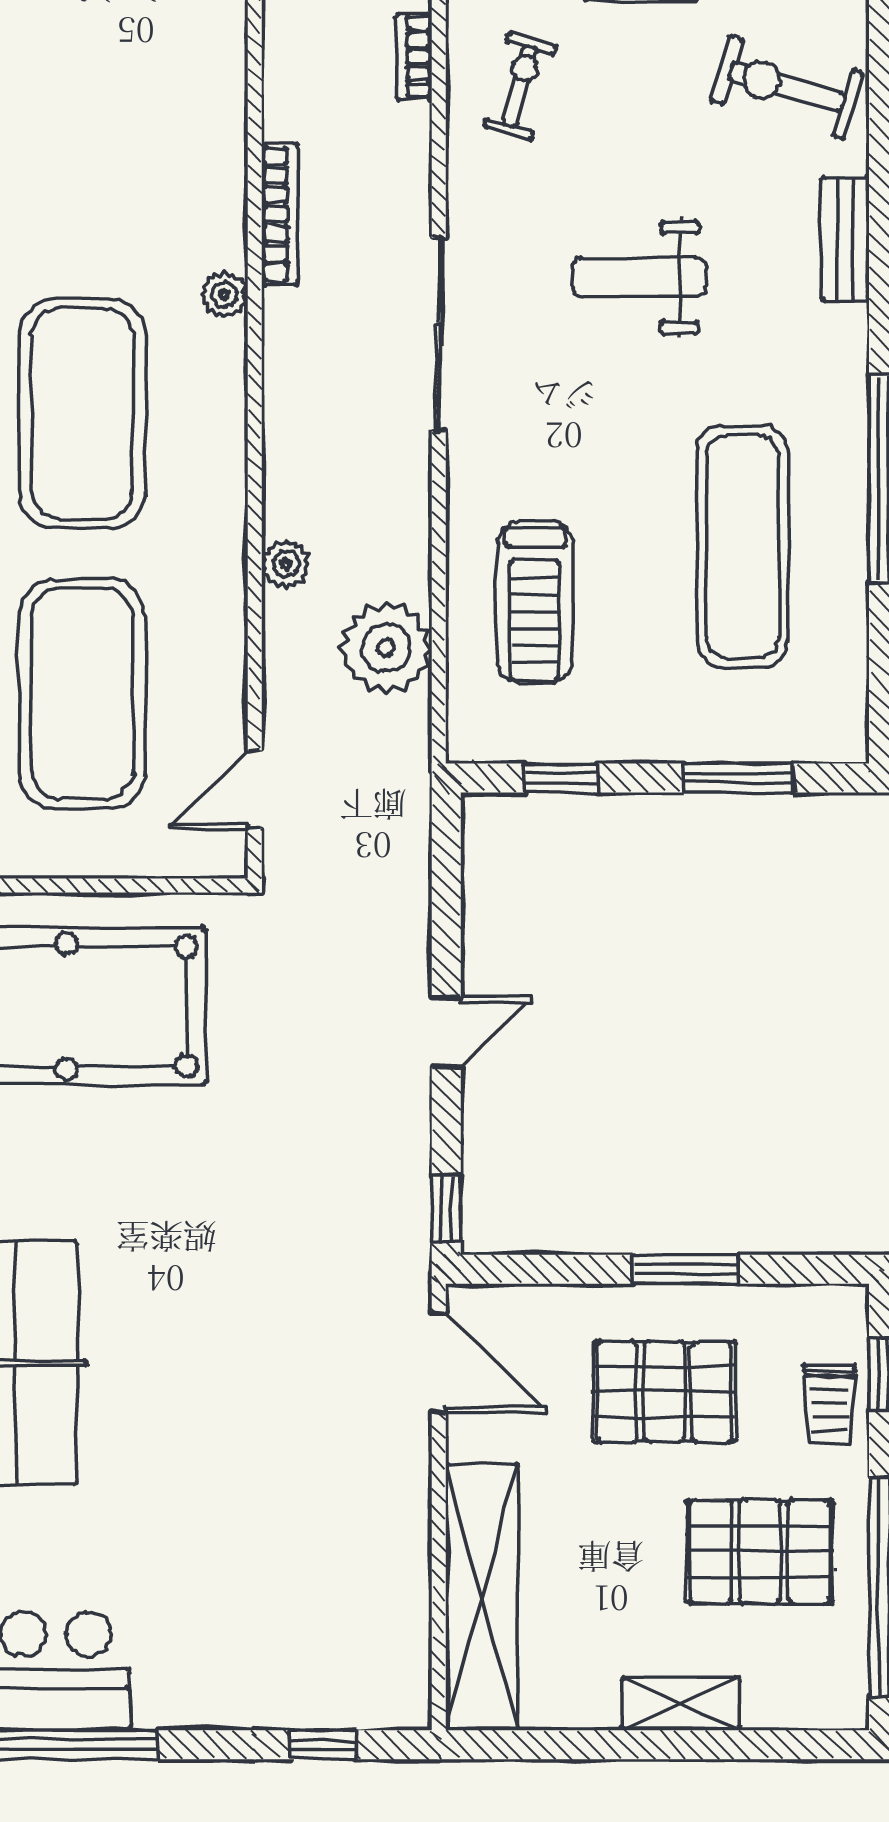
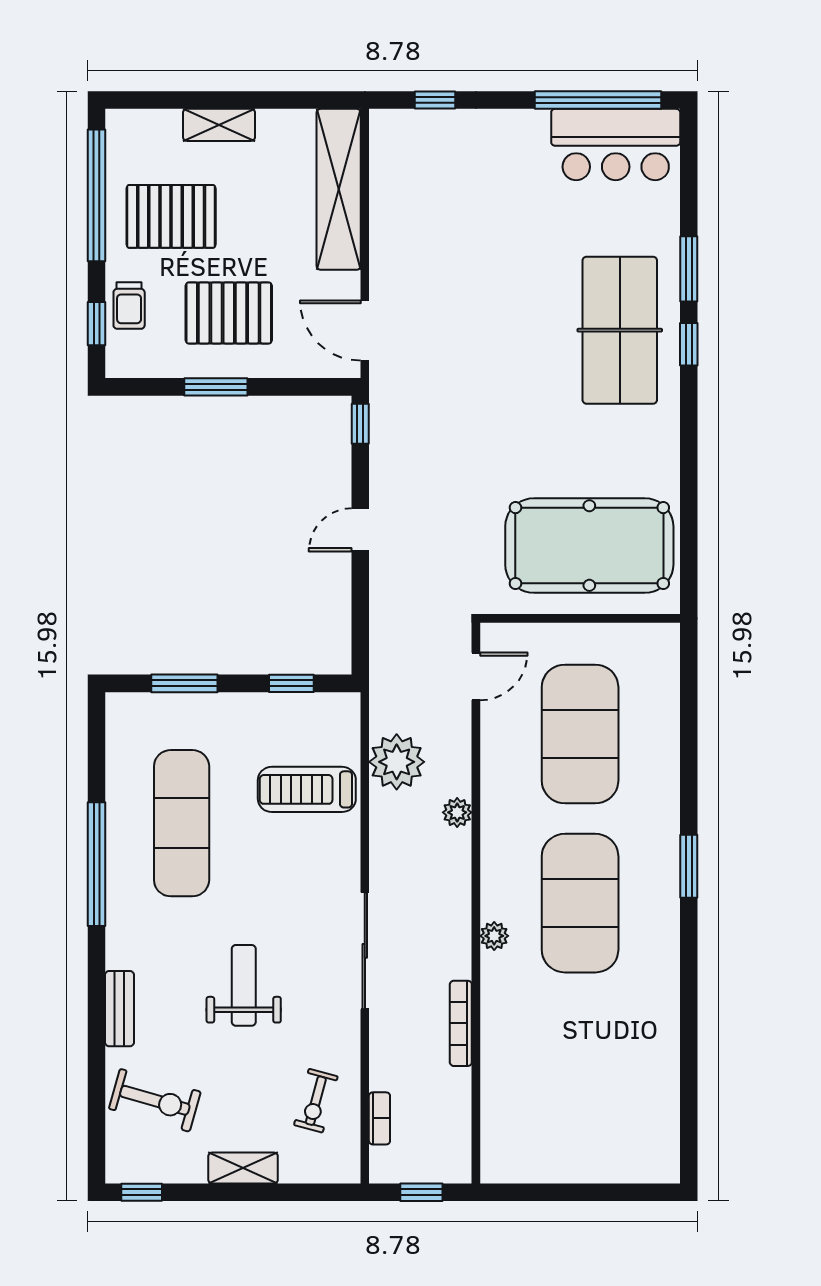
weight bench: (639, 277) -> (244, 985), turned -90
plant: (224, 295) -> (494, 936), moved
treadmill: (535, 602) -> (307, 789), turned -90
trolley: (830, 1404) -> (129, 306), turned 180

